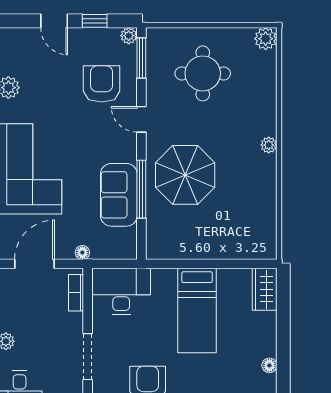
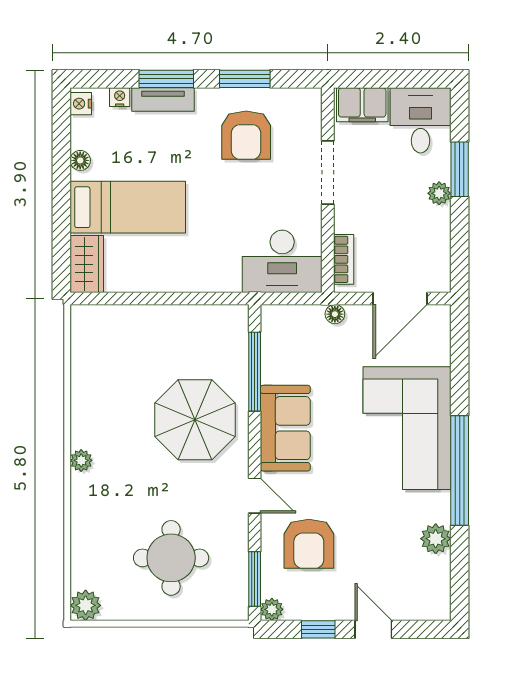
window: (141, 189) -> (255, 372), moved
sofa: (119, 195) -> (285, 428), moved
bed: (197, 311) -> (128, 207), moved, turned 90

